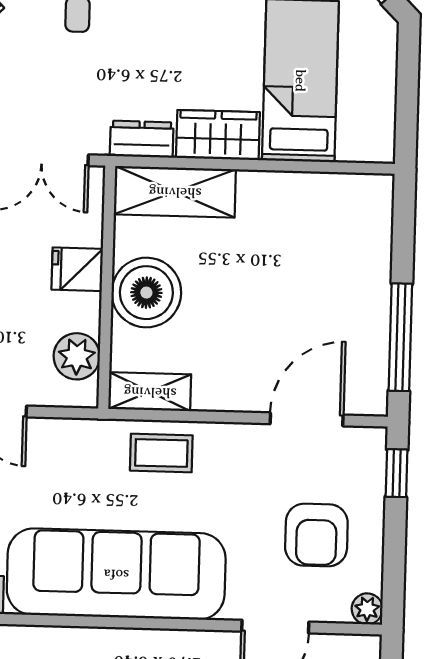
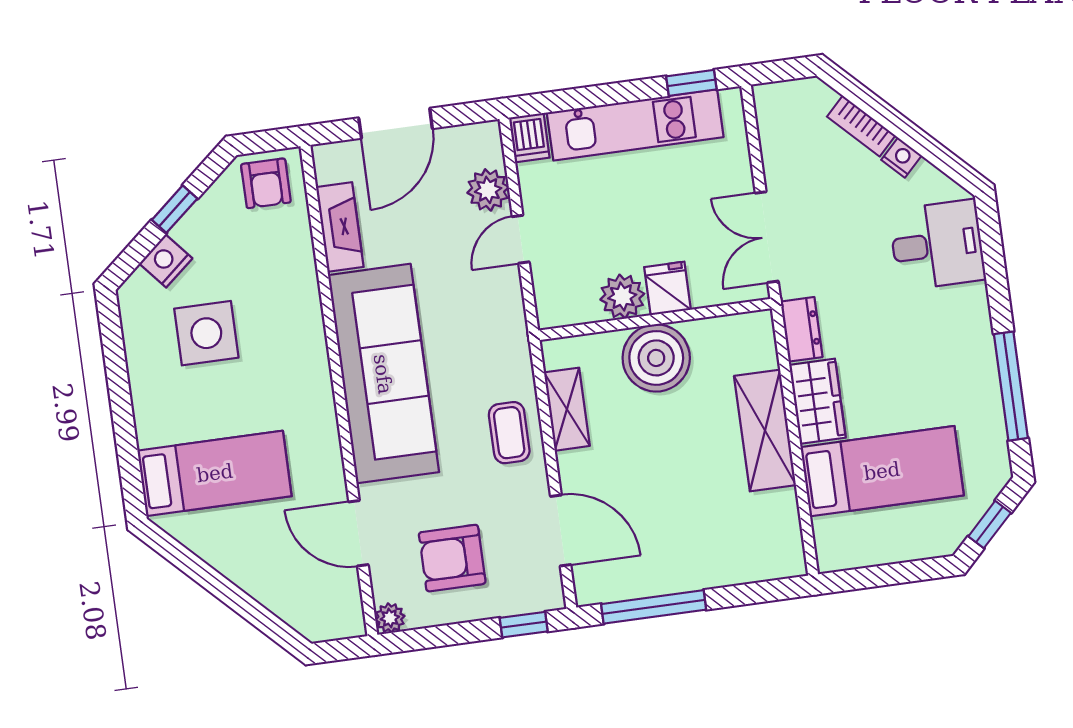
shelving: (175, 192) -> (765, 431), moved
plant: (77, 356) -> (622, 297), moved
shelving: (150, 392) -> (567, 409), moved
coffee table: (161, 453) -> (509, 433), moved

